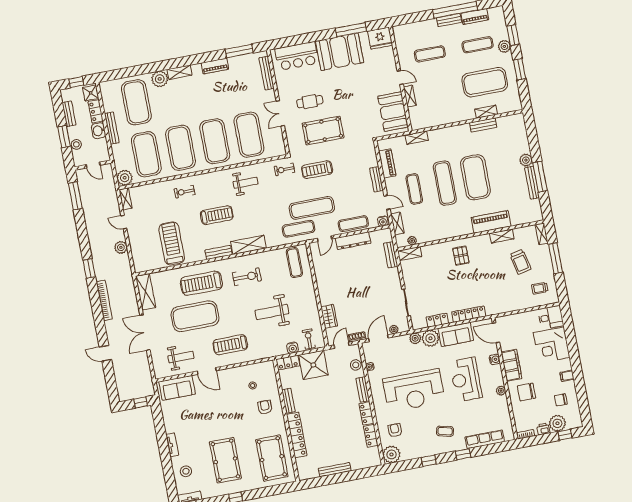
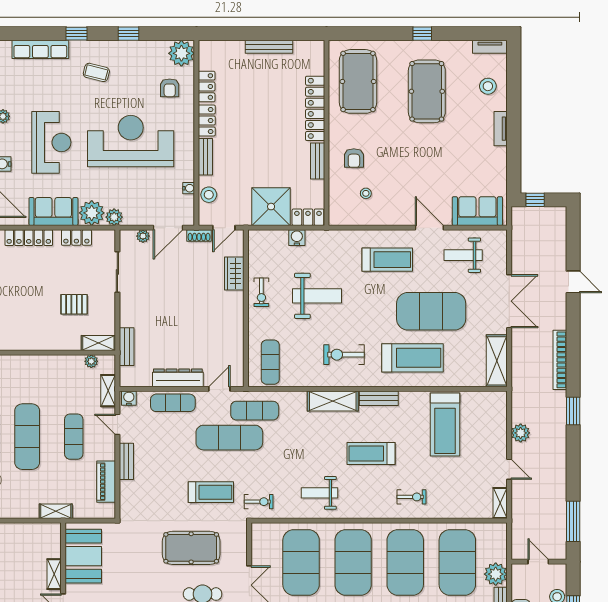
plant: (125, 178) -> (496, 574), moved
pallet: (461, 256) -> (74, 304), moved, turned 90
exercise bike: (309, 339) -> (261, 292), moved

